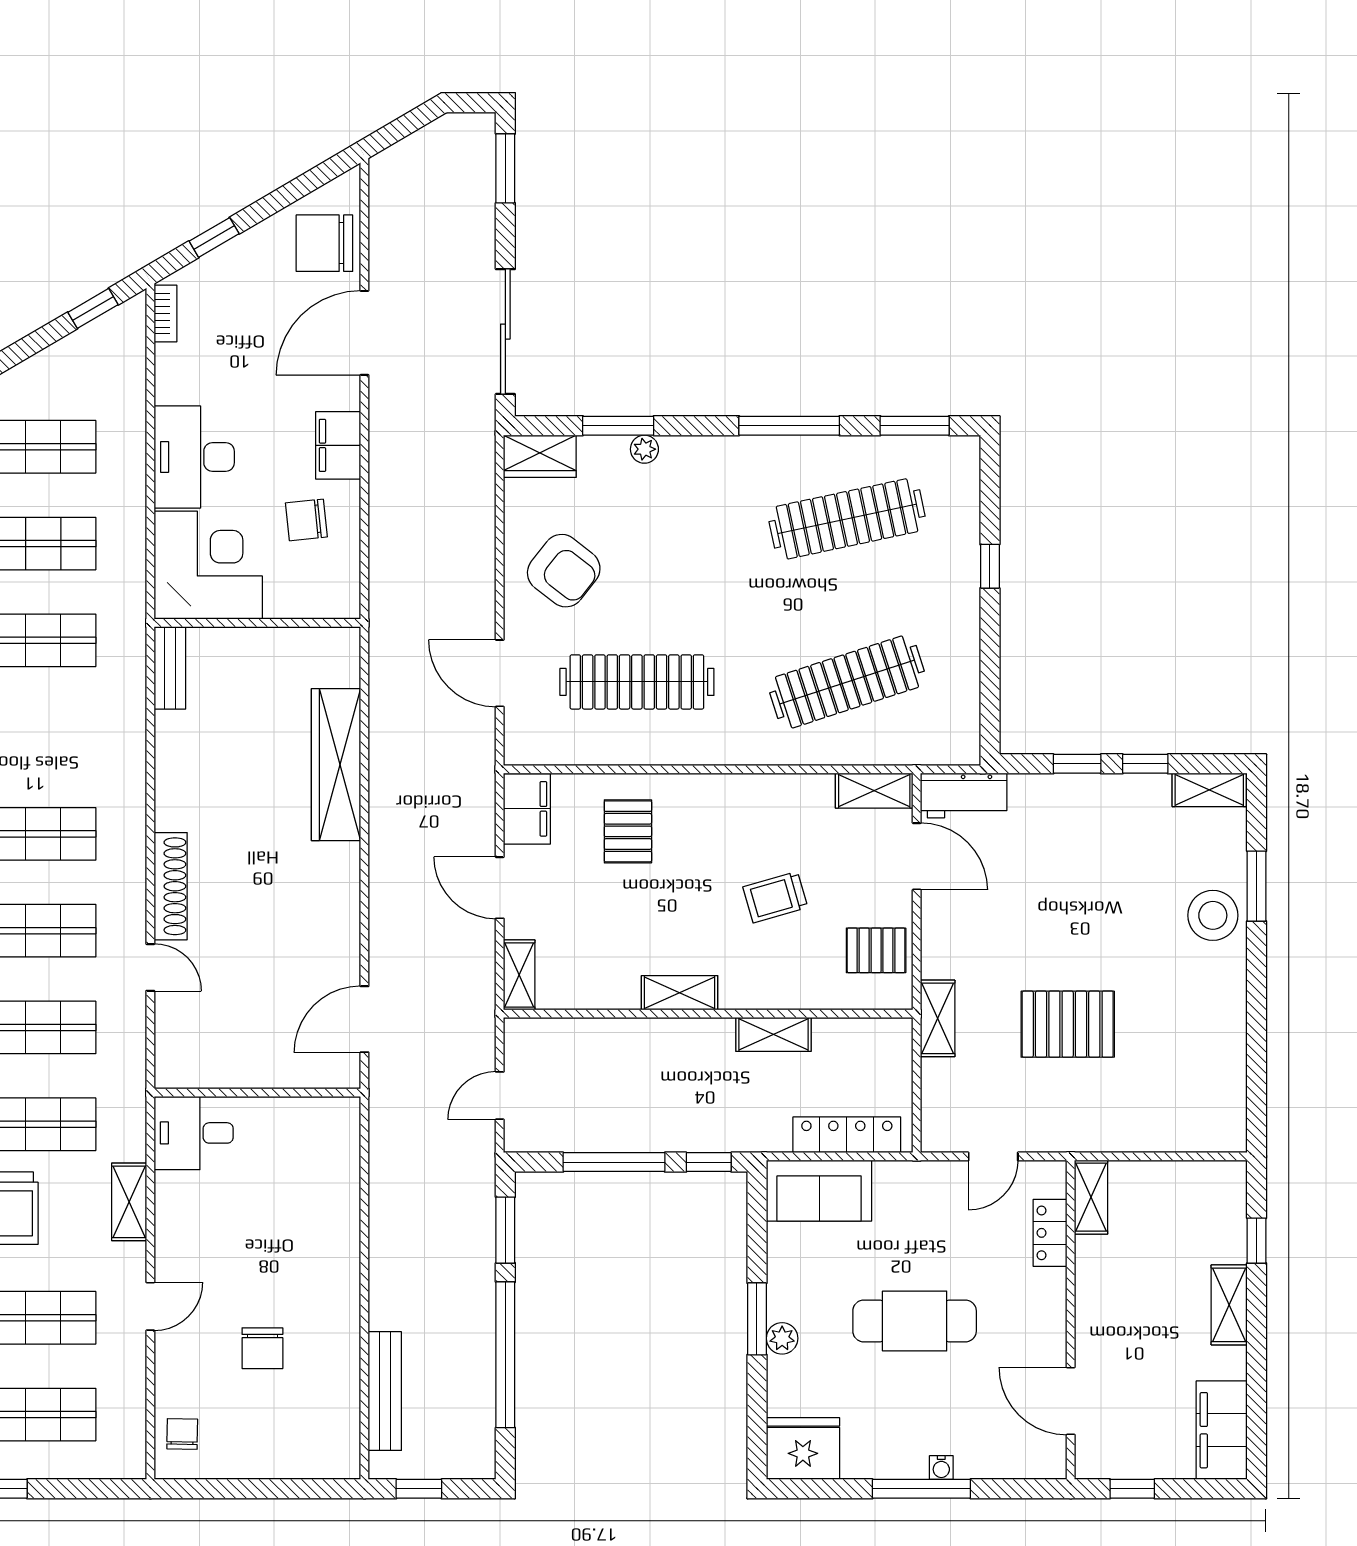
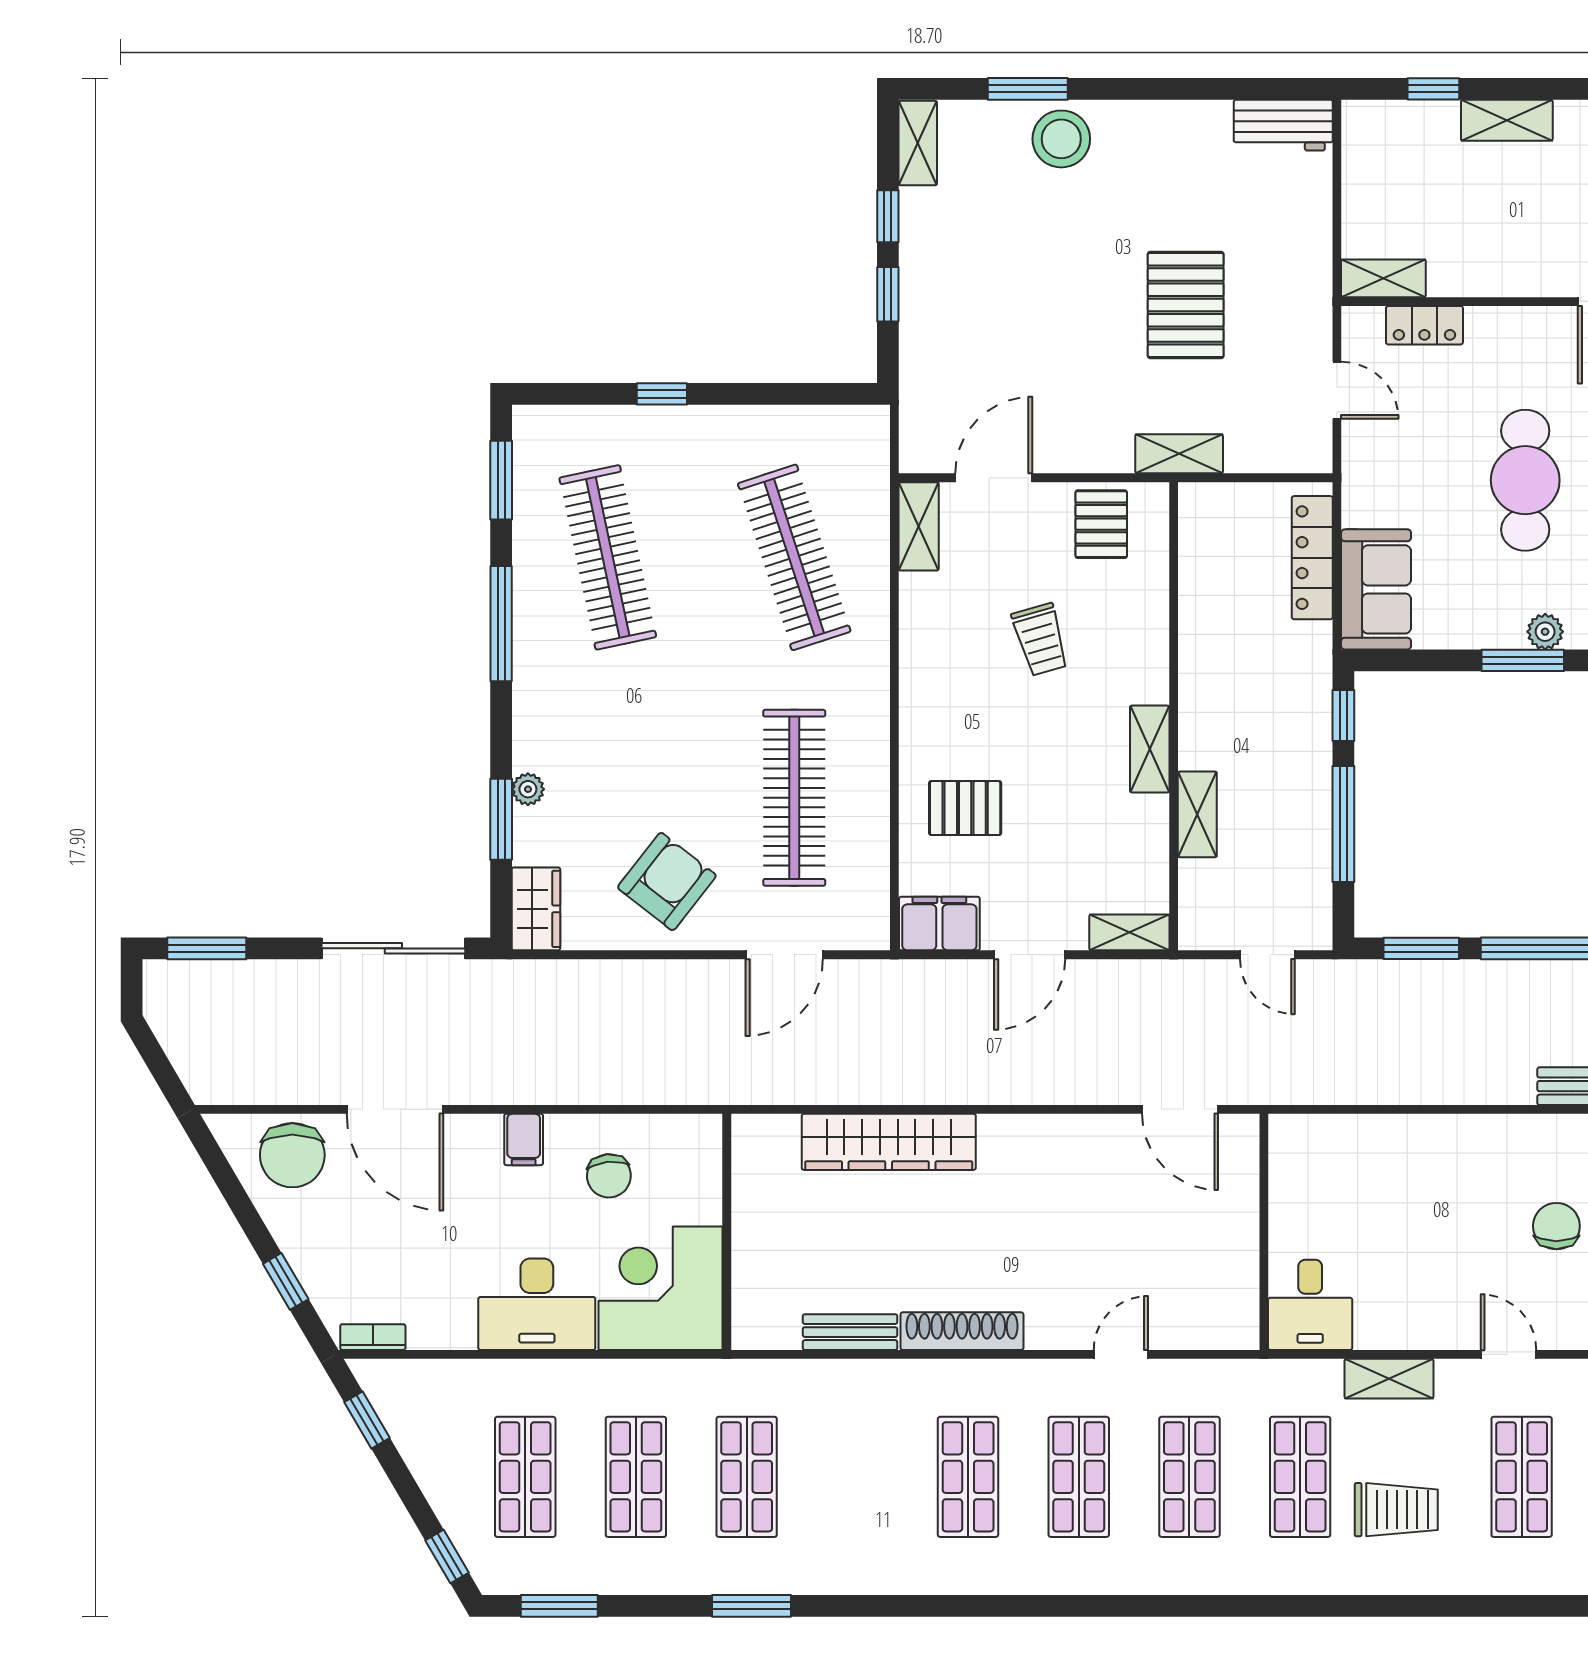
filing cabinet: (338, 445) -> (524, 1140), width x0.50
bench: (170, 668) -> (850, 1332), moved
workbench: (964, 796) -> (1283, 125), moved, turned 90
shoe rack: (171, 886) -> (962, 1331), moved
shelving: (773, 1034) -> (1197, 814), moved
chair: (262, 1348) -> (1556, 1226), turned -90

